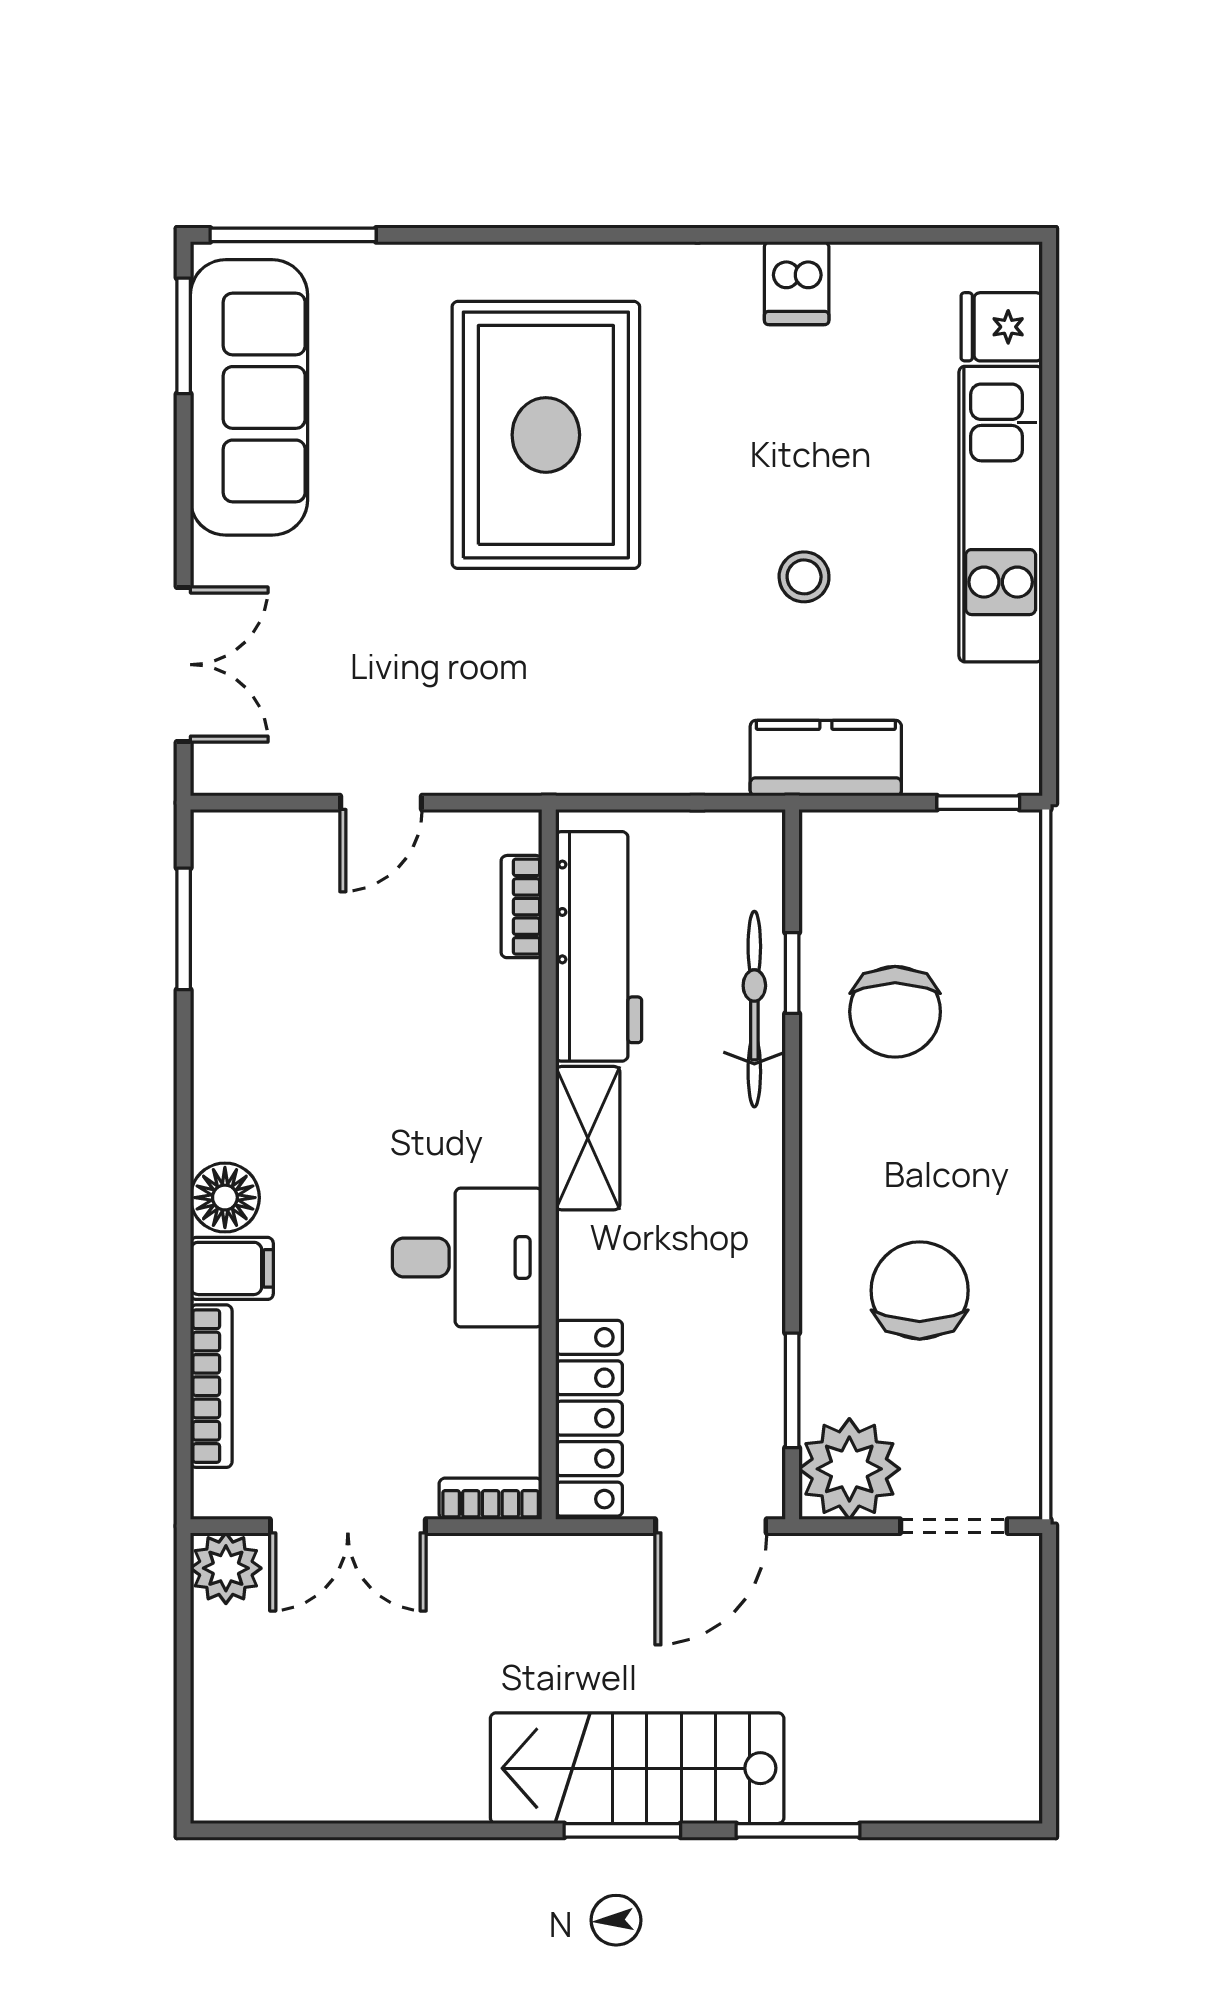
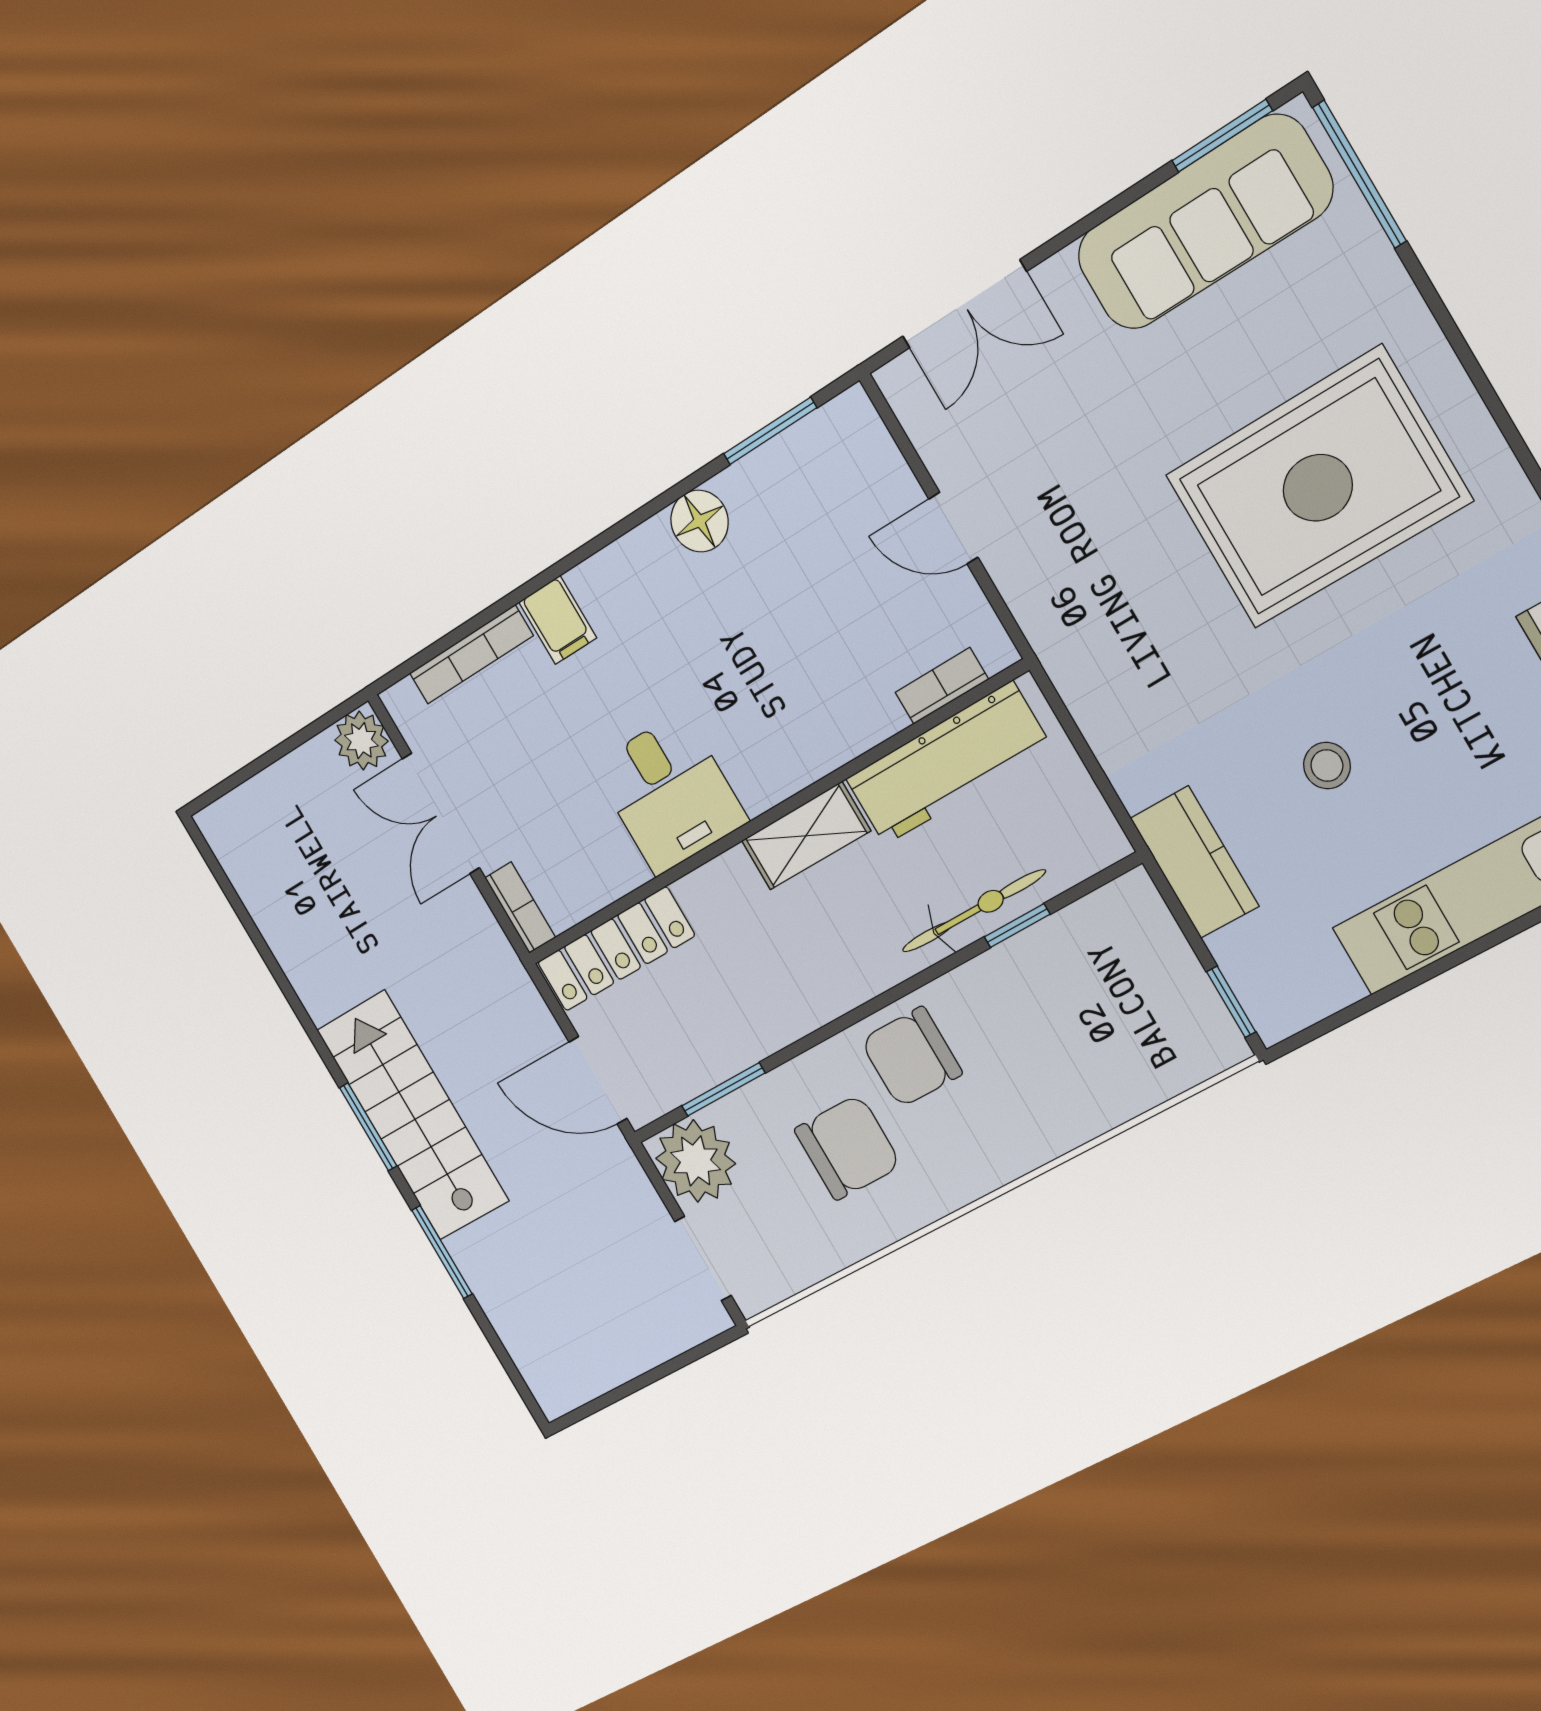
chair: (895, 1012) -> (911, 1057), moved
floor lamp: (225, 1198) -> (700, 521), moved

